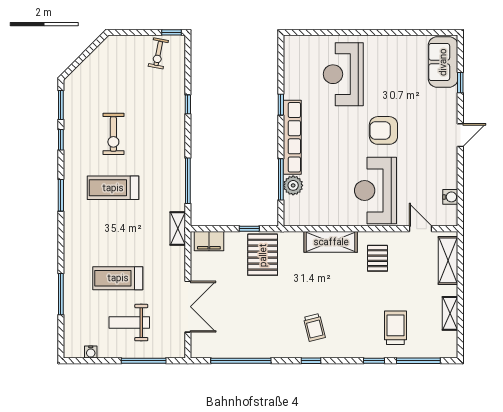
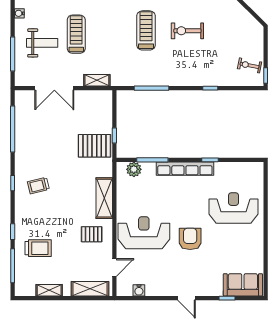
plant: (293, 185) -> (134, 169), moved
shelving: (178, 228) -> (97, 80), moved
filing cabinet: (209, 241) -> (105, 104), removed
weight bench: (129, 323) -> (42, 43), turned 90

